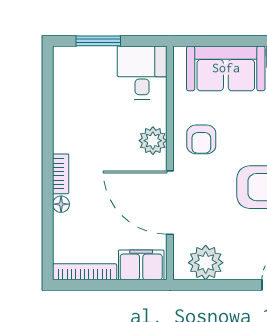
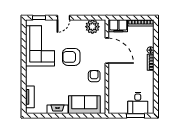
desk: (142, 72) -> (138, 103), moved
plant: (153, 141) -> (114, 76), removed

